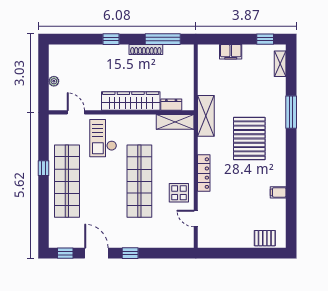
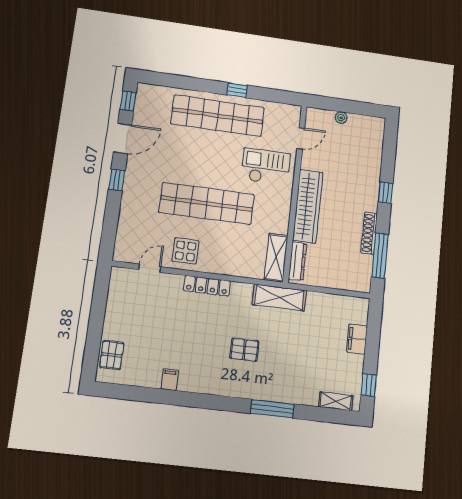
dresser: (171, 105) -> (298, 261), width x1.44
pallet: (249, 139) -> (244, 350), width x0.49, depth x0.50

